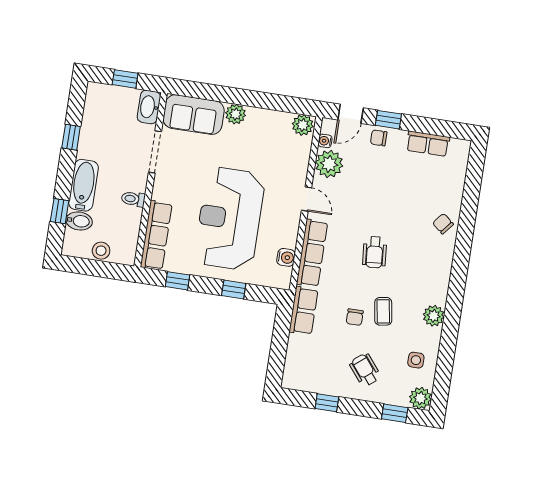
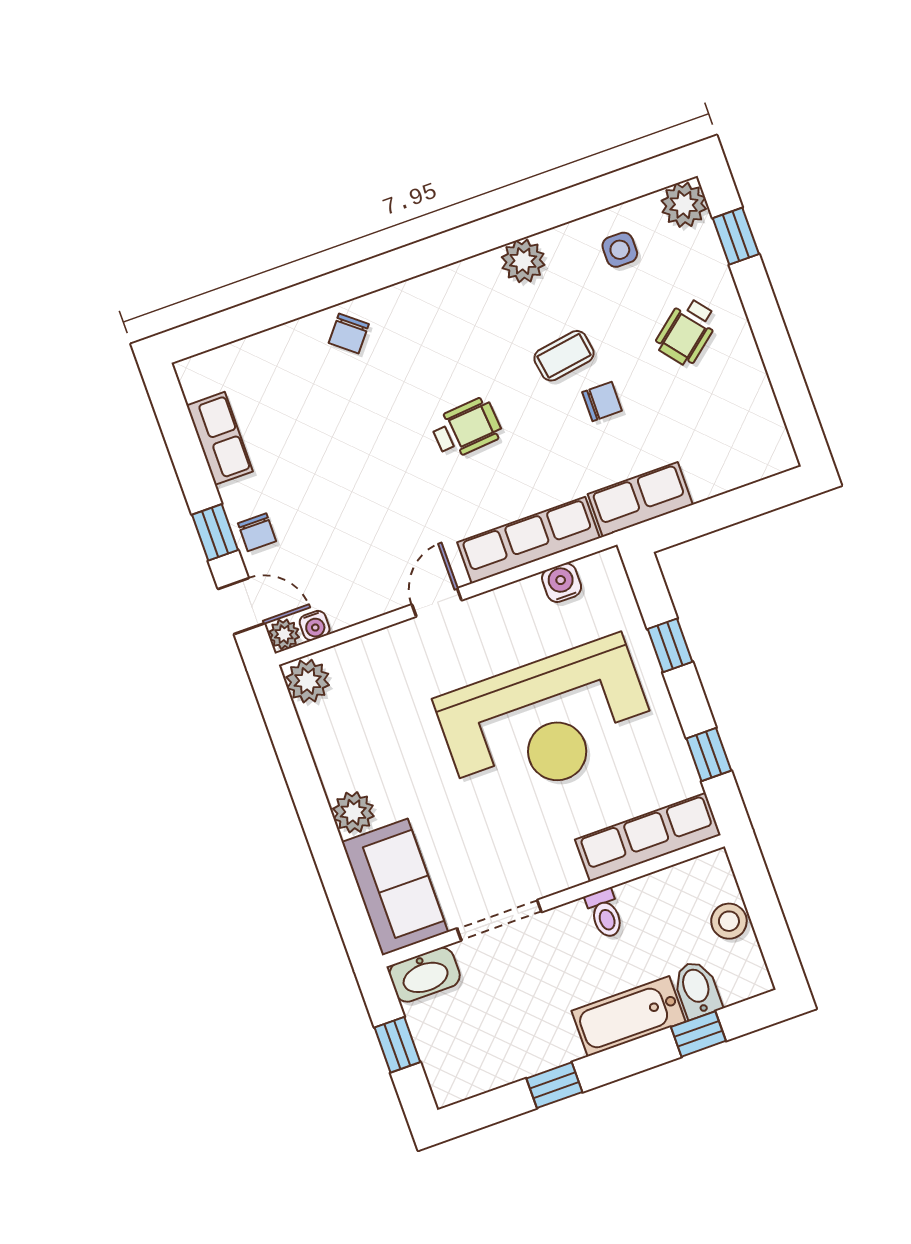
plant: (329, 164) -> (284, 634), moved, width x0.53, depth x0.53
window: (327, 403) -> (783, 368), removed

